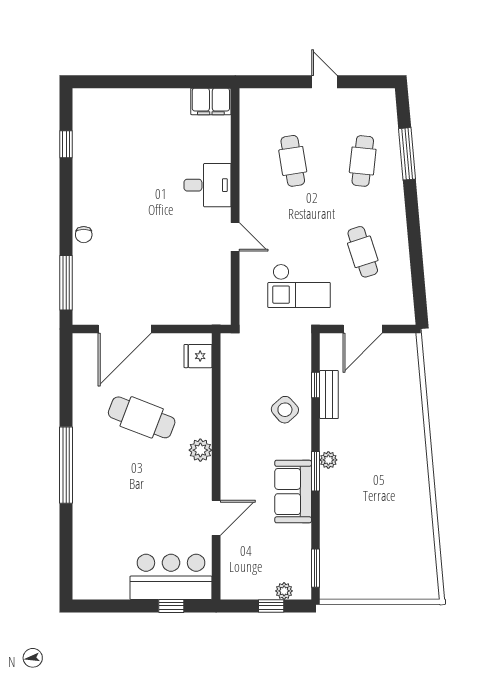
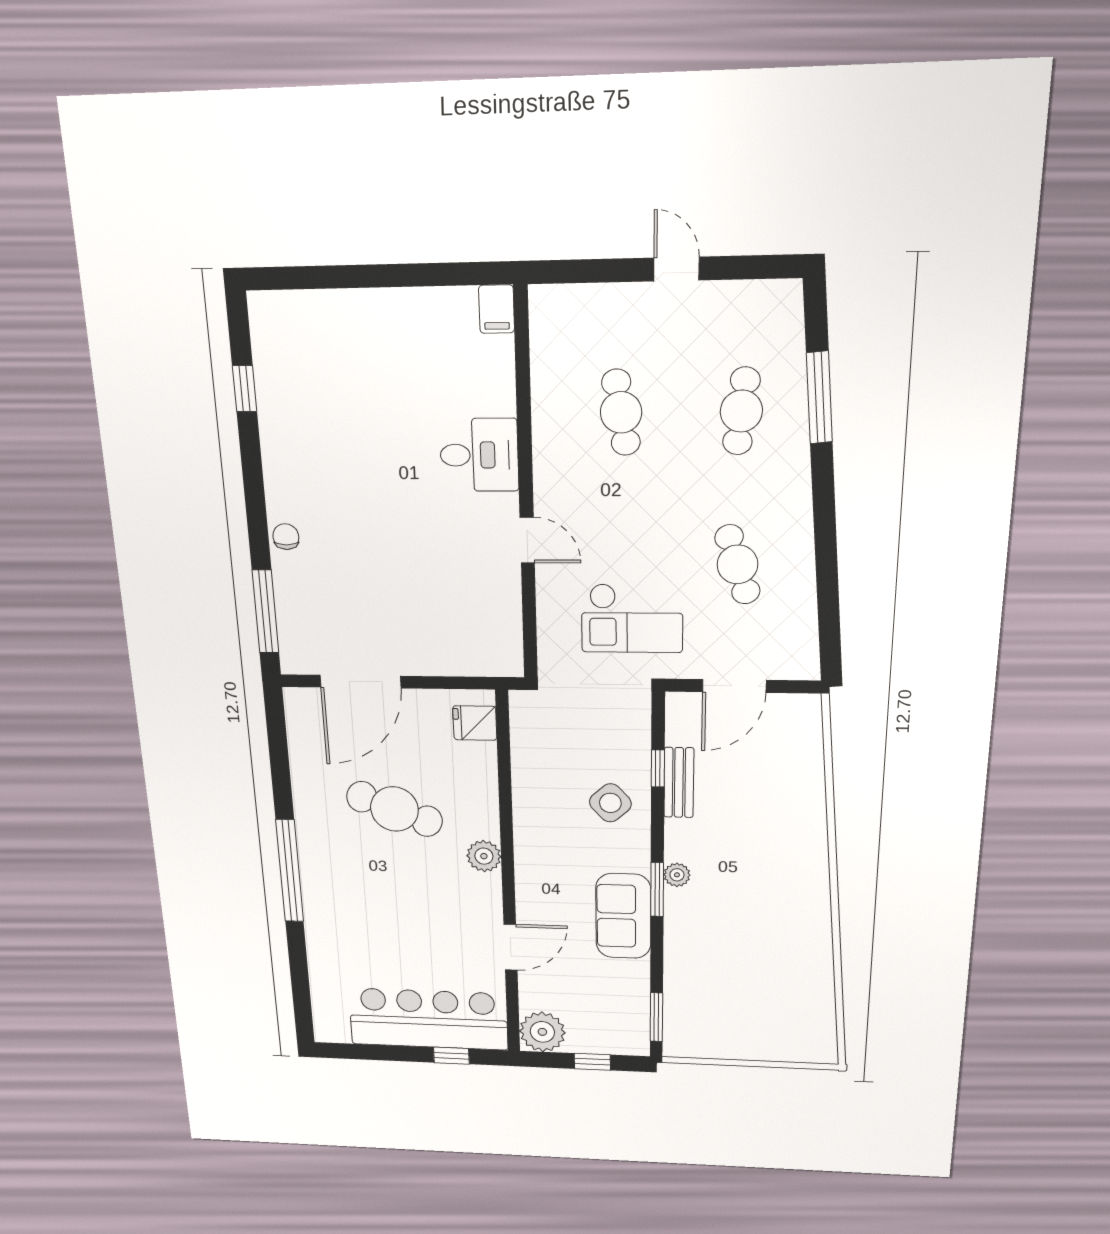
filing cabinet: (211, 101) -> (497, 309), width x0.50
chair: (84, 235) -> (286, 537), turned 180
bar counter: (171, 577) -> (428, 1019), width x1.36
plant: (284, 591) -> (542, 1032), moved, width x1.87, depth x1.87

